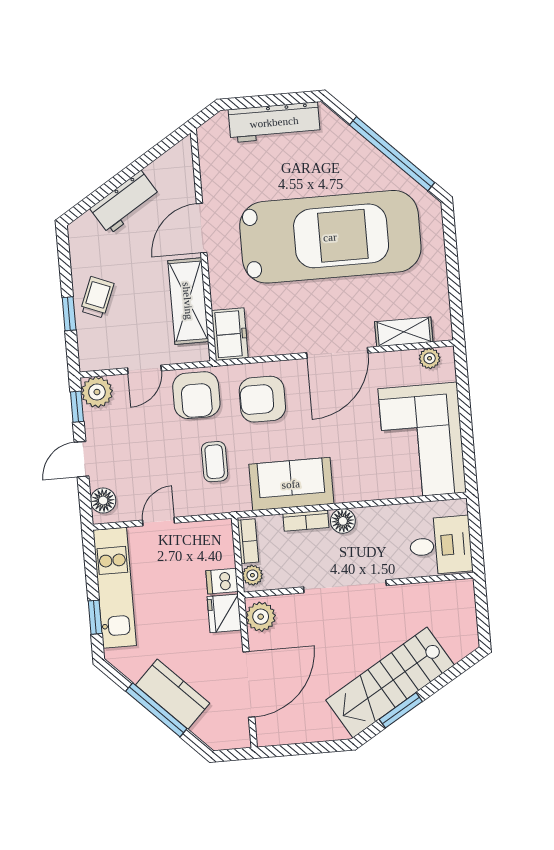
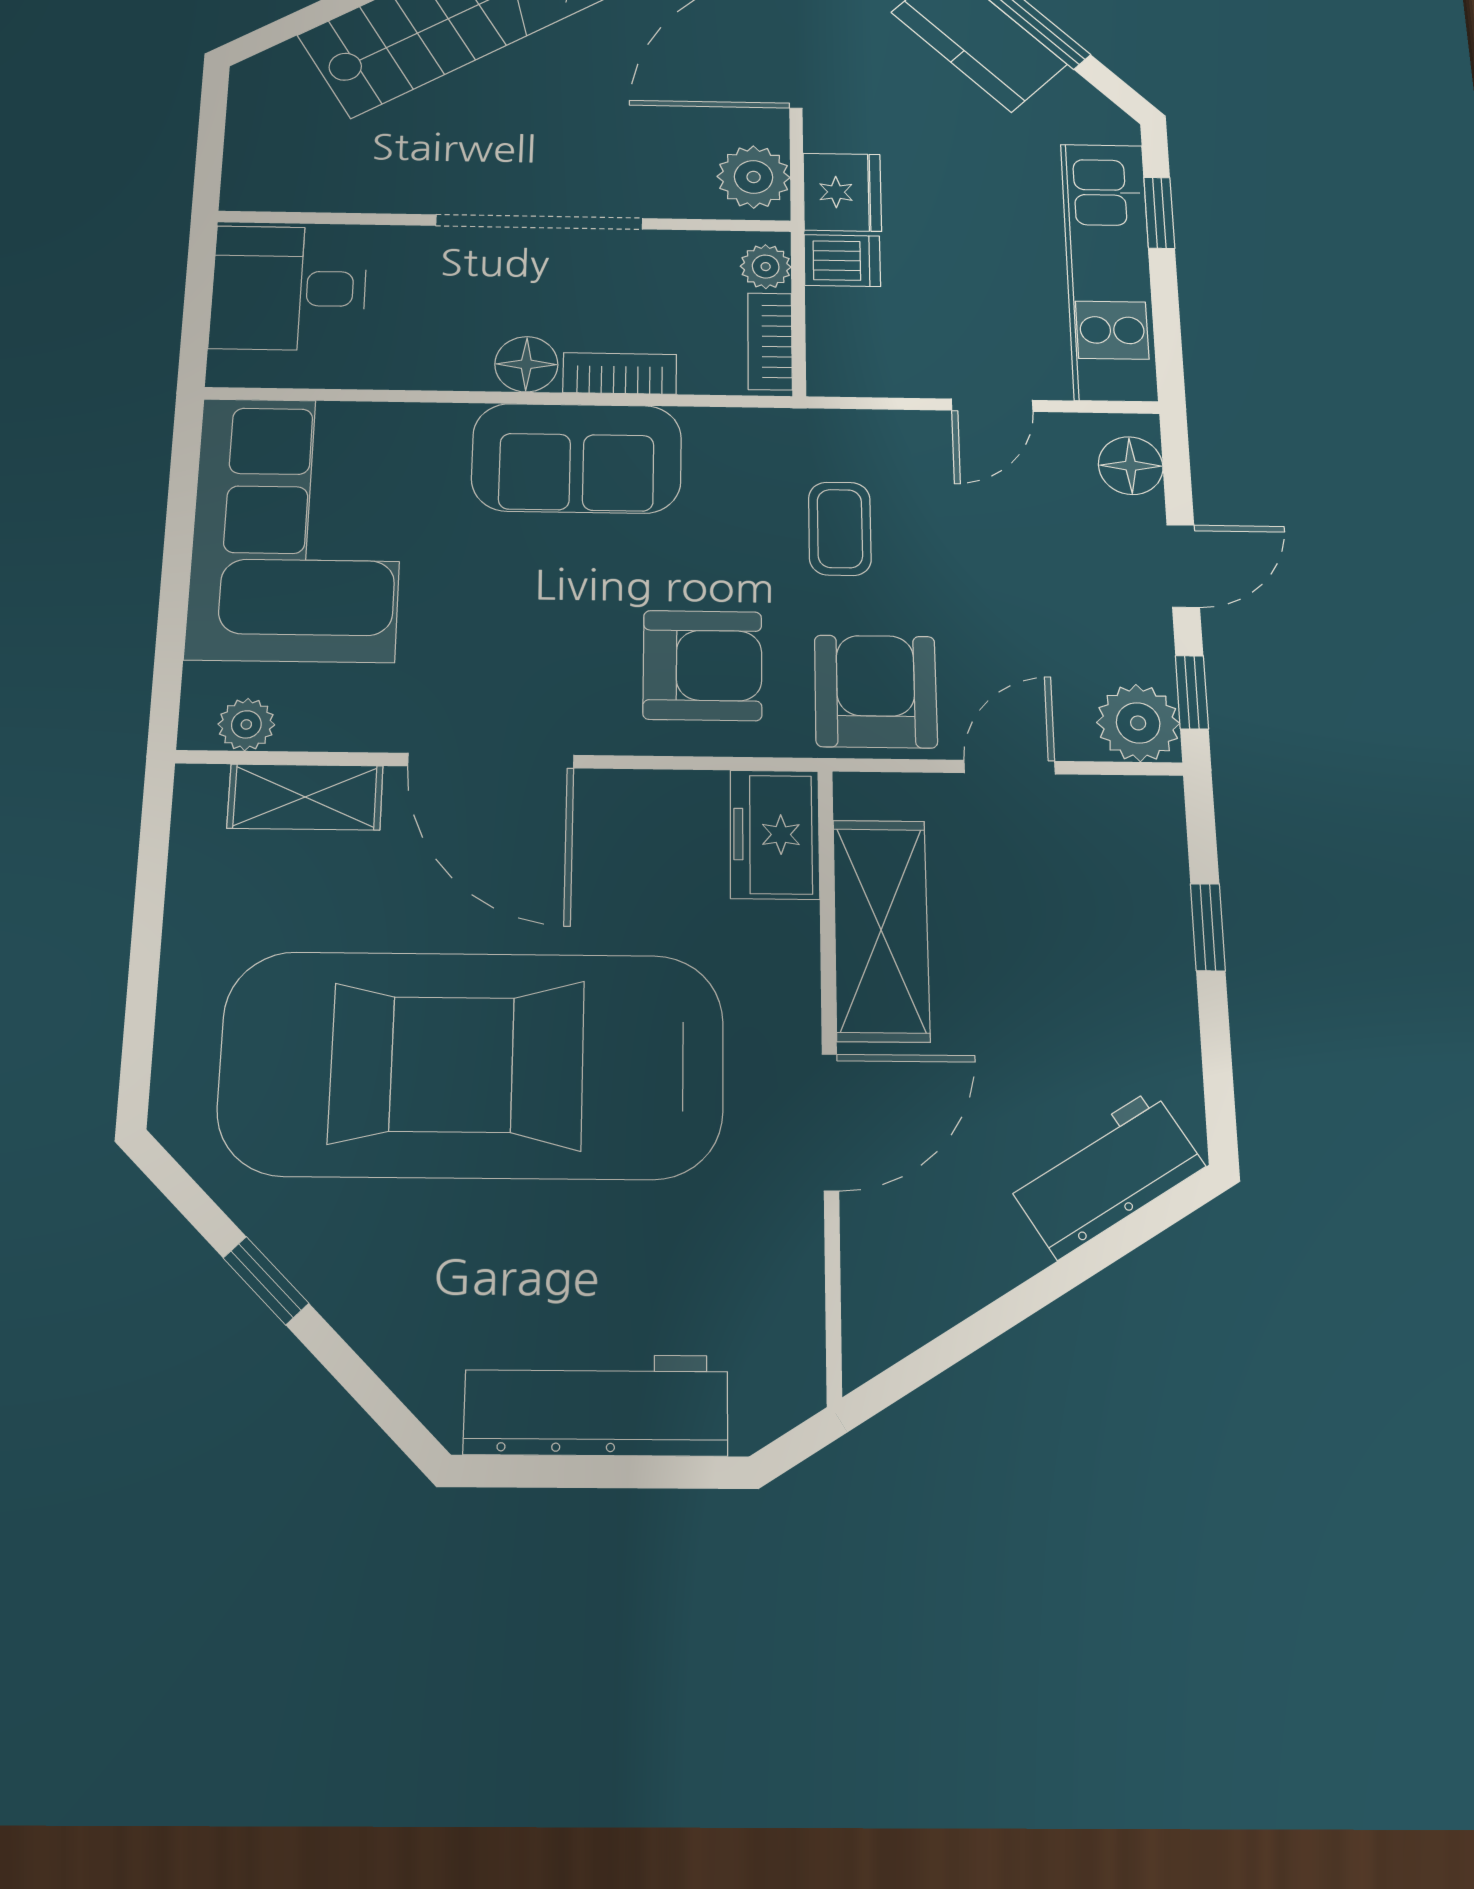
window: (392, 154) -> (266, 1281), width x0.32
workbench: (125, 202) -> (1105, 1174), moved
trolley: (97, 297) -> (1130, 963), removed
door: (337, 353) -> (491, 761), swing flipped
sofa: (291, 484) -> (577, 458), moved

